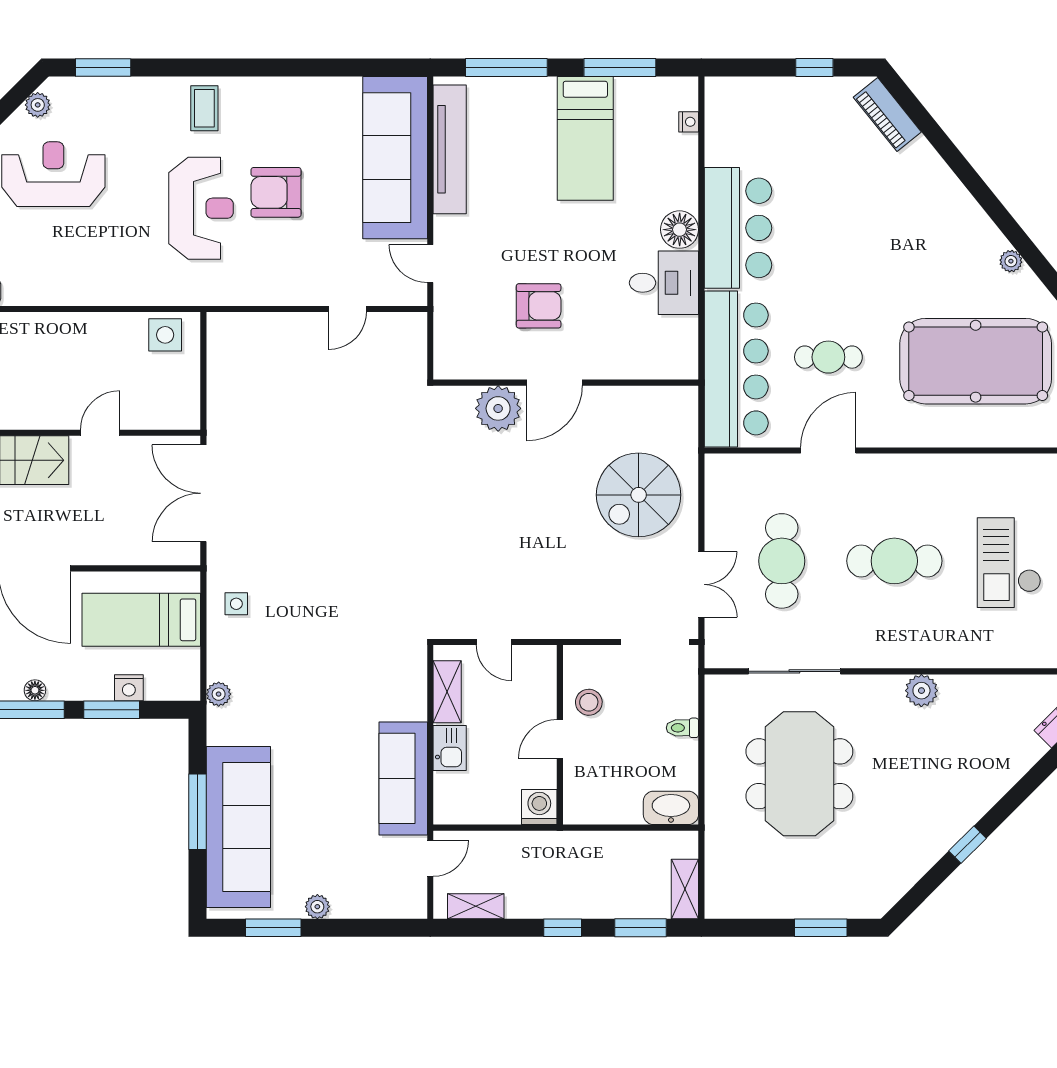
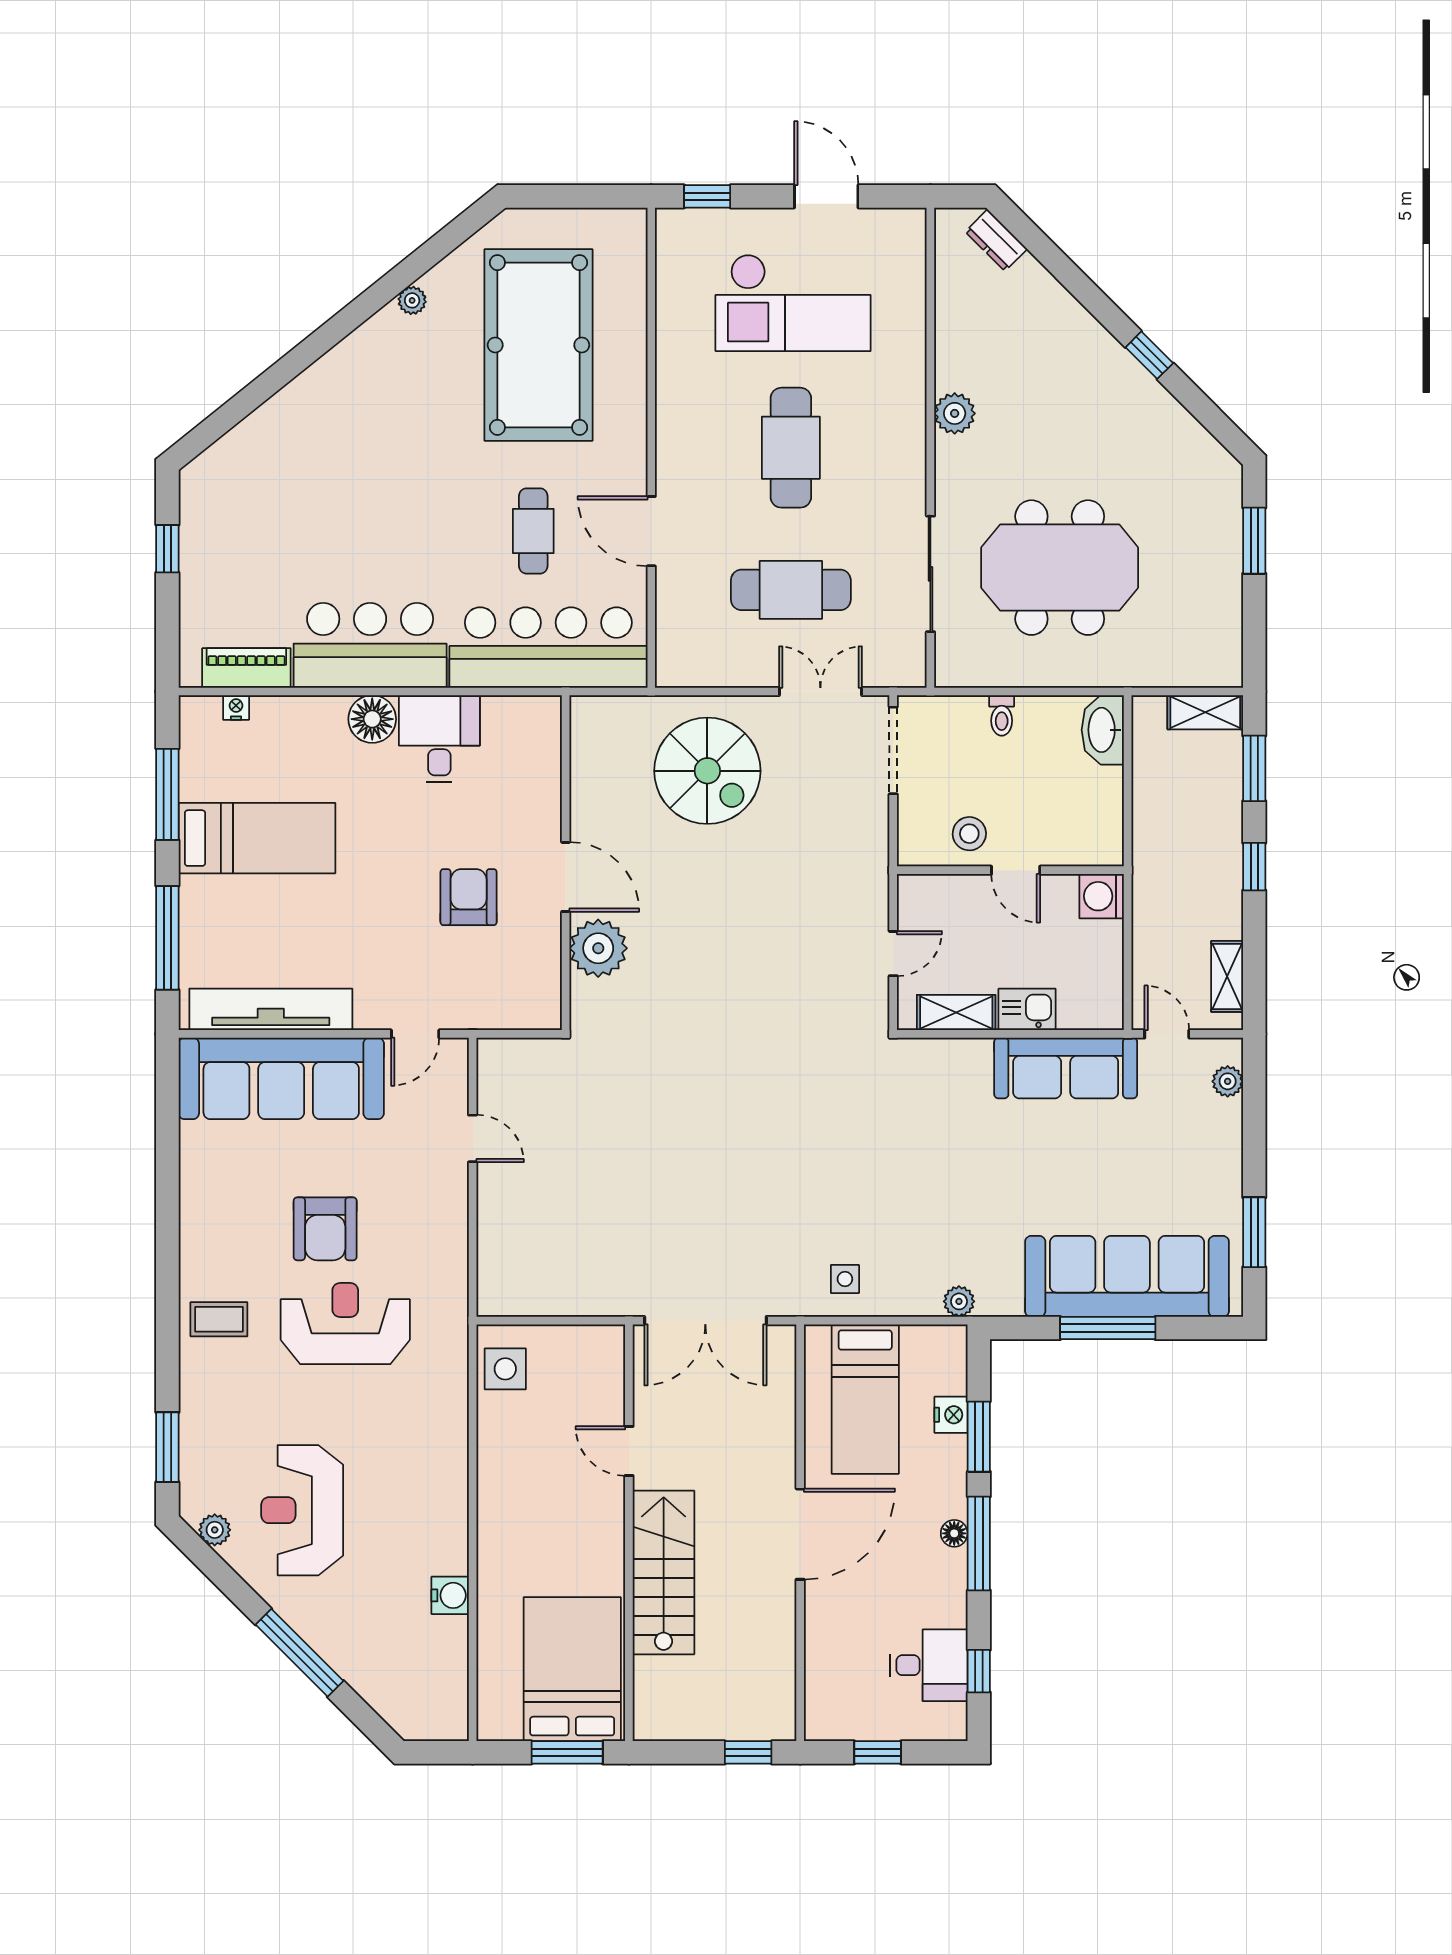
piano: (887, 115) -> (246, 668), moved, turned -141
checkout: (1009, 563) -> (793, 303), width x1.36, depth x1.21
plant: (317, 907) -> (1228, 1081), moved

